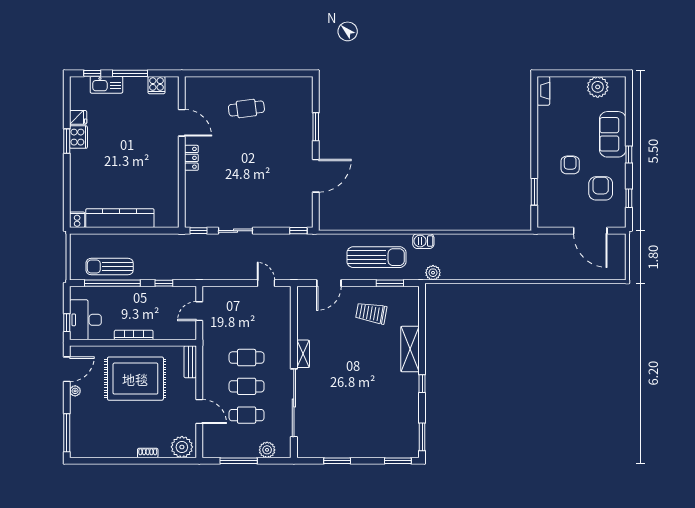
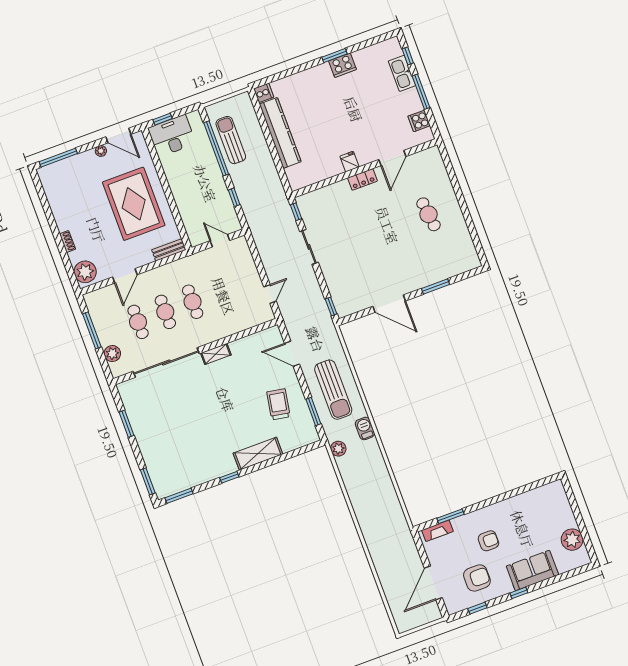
fireplace: (543, 91) -> (437, 531), moved
fridge: (78, 117) -> (350, 162), moved, turned 180
bookcase: (134, 335) -> (174, 187), removed

